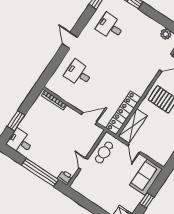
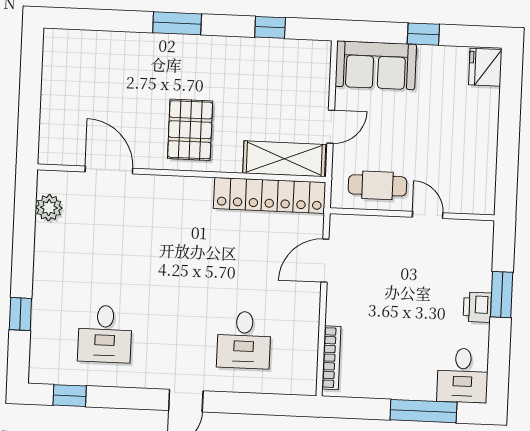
door: (89, 118) -> (325, 261), hinge flipped
window: (16, 121) -> (423, 411), width x1.44
door: (83, 164) -> (428, 215), swing flipped
window: (40, 172) -> (502, 295), width x0.47
printer: (65, 178) -> (477, 307), moved

